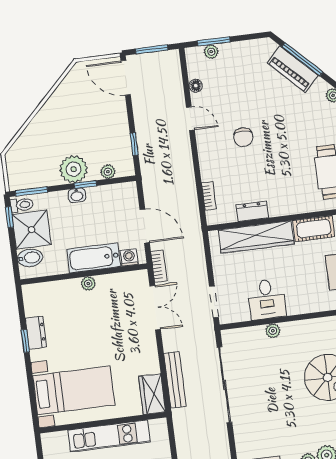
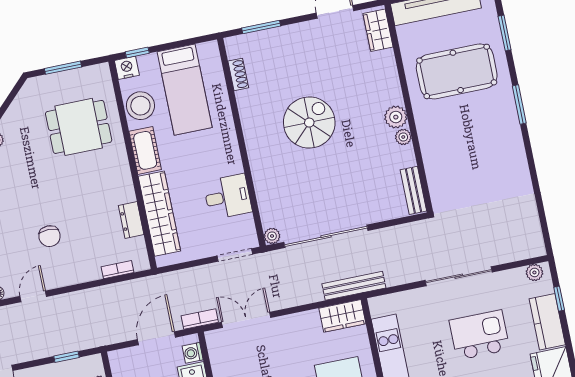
chair: (243, 137) -> (50, 236), turned 90
plant: (273, 331) -> (272, 236), moved
bench: (175, 380) -> (354, 286), moved

